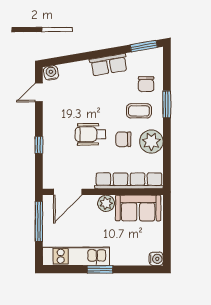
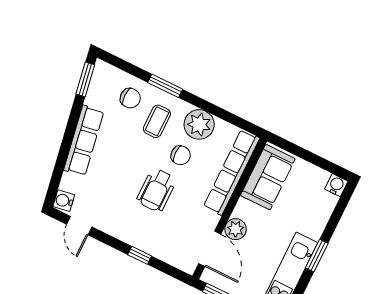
row of seats: (109, 65) -> (84, 141), width x1.48
chair: (123, 139) -> (181, 155), turned -90
plant: (106, 203) -> (236, 229), moved

